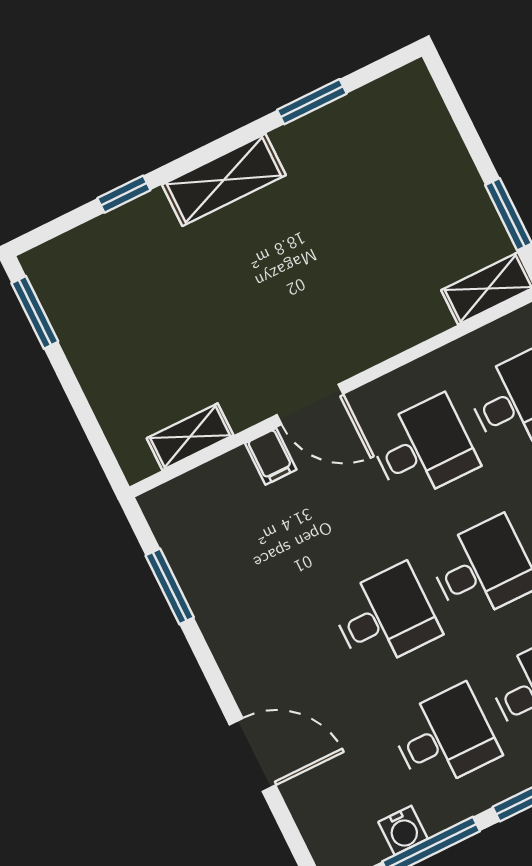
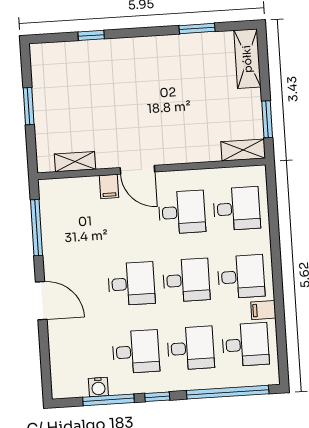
shelving: (224, 180) -> (247, 59), moved, turned 90
window: (35, 312) -> (29, 106), moved
window: (170, 586) -> (37, 228), width x1.44
door: (253, 755) -> (41, 301), moved

